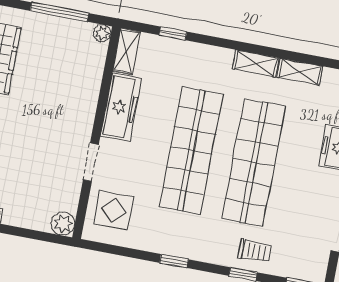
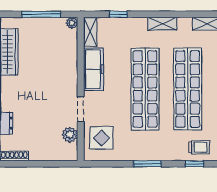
shelving: (256, 63) -> (162, 24), moved
plant: (63, 224) -> (70, 135), moved
window: (174, 261) -> (147, 164), width x1.50

